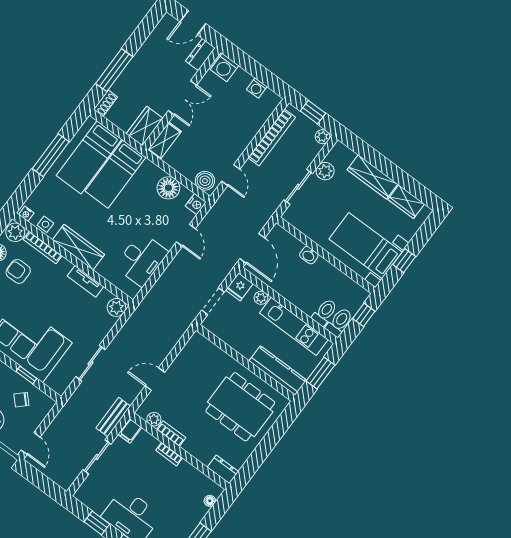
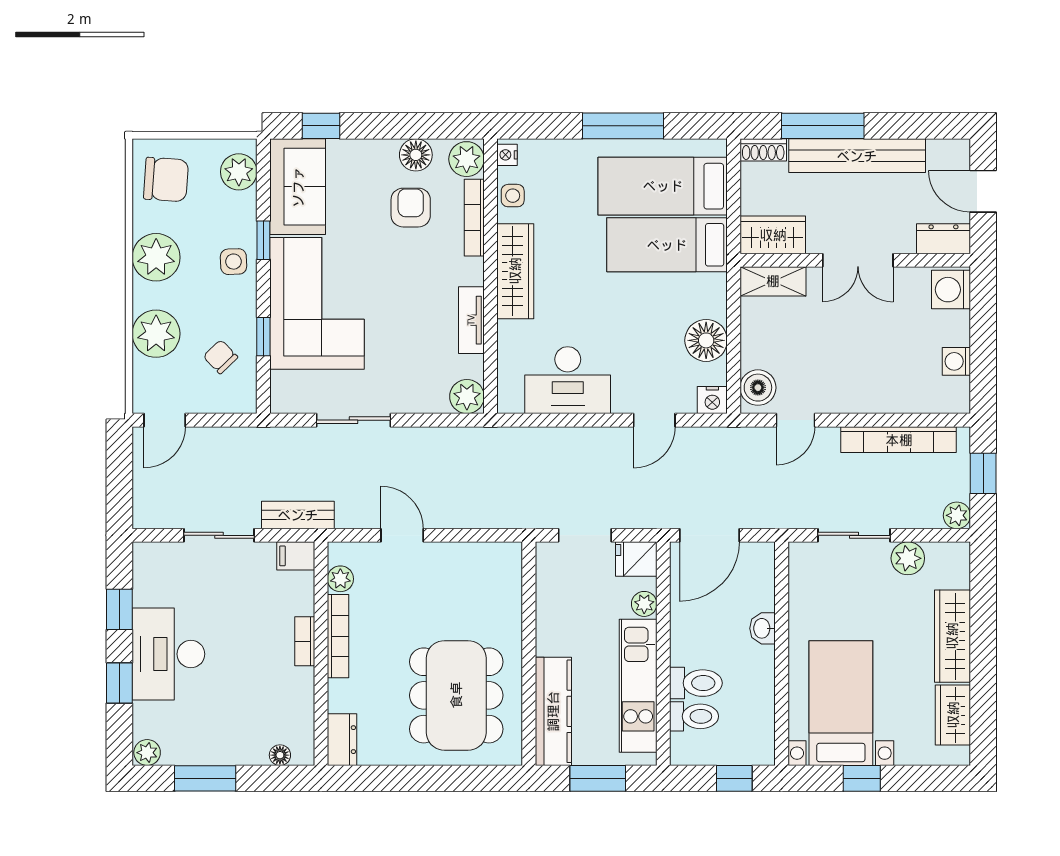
bench: (138, 65) -> (857, 156), added
toilet: (339, 322) -> (696, 683), moved
bookcase: (171, 434) -> (338, 636), width x1.56

